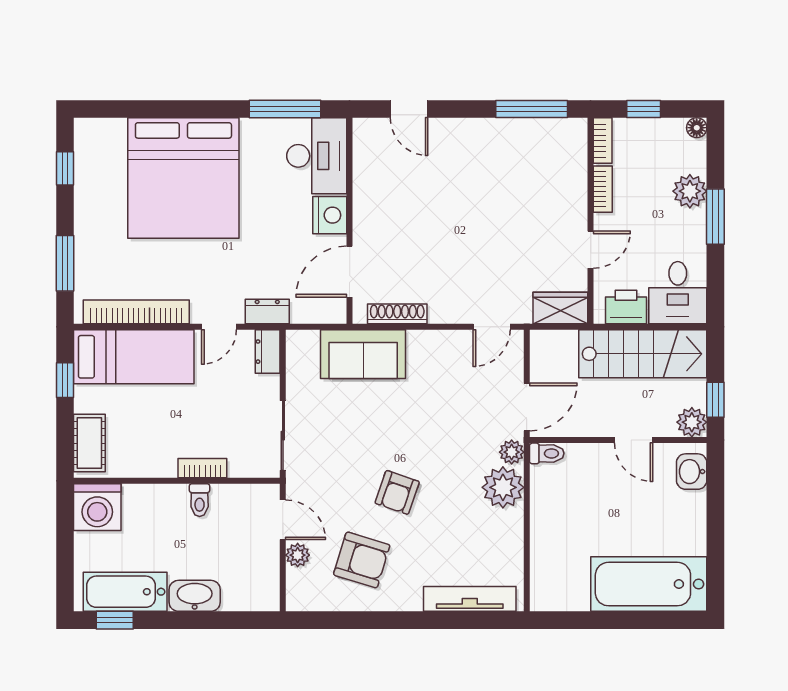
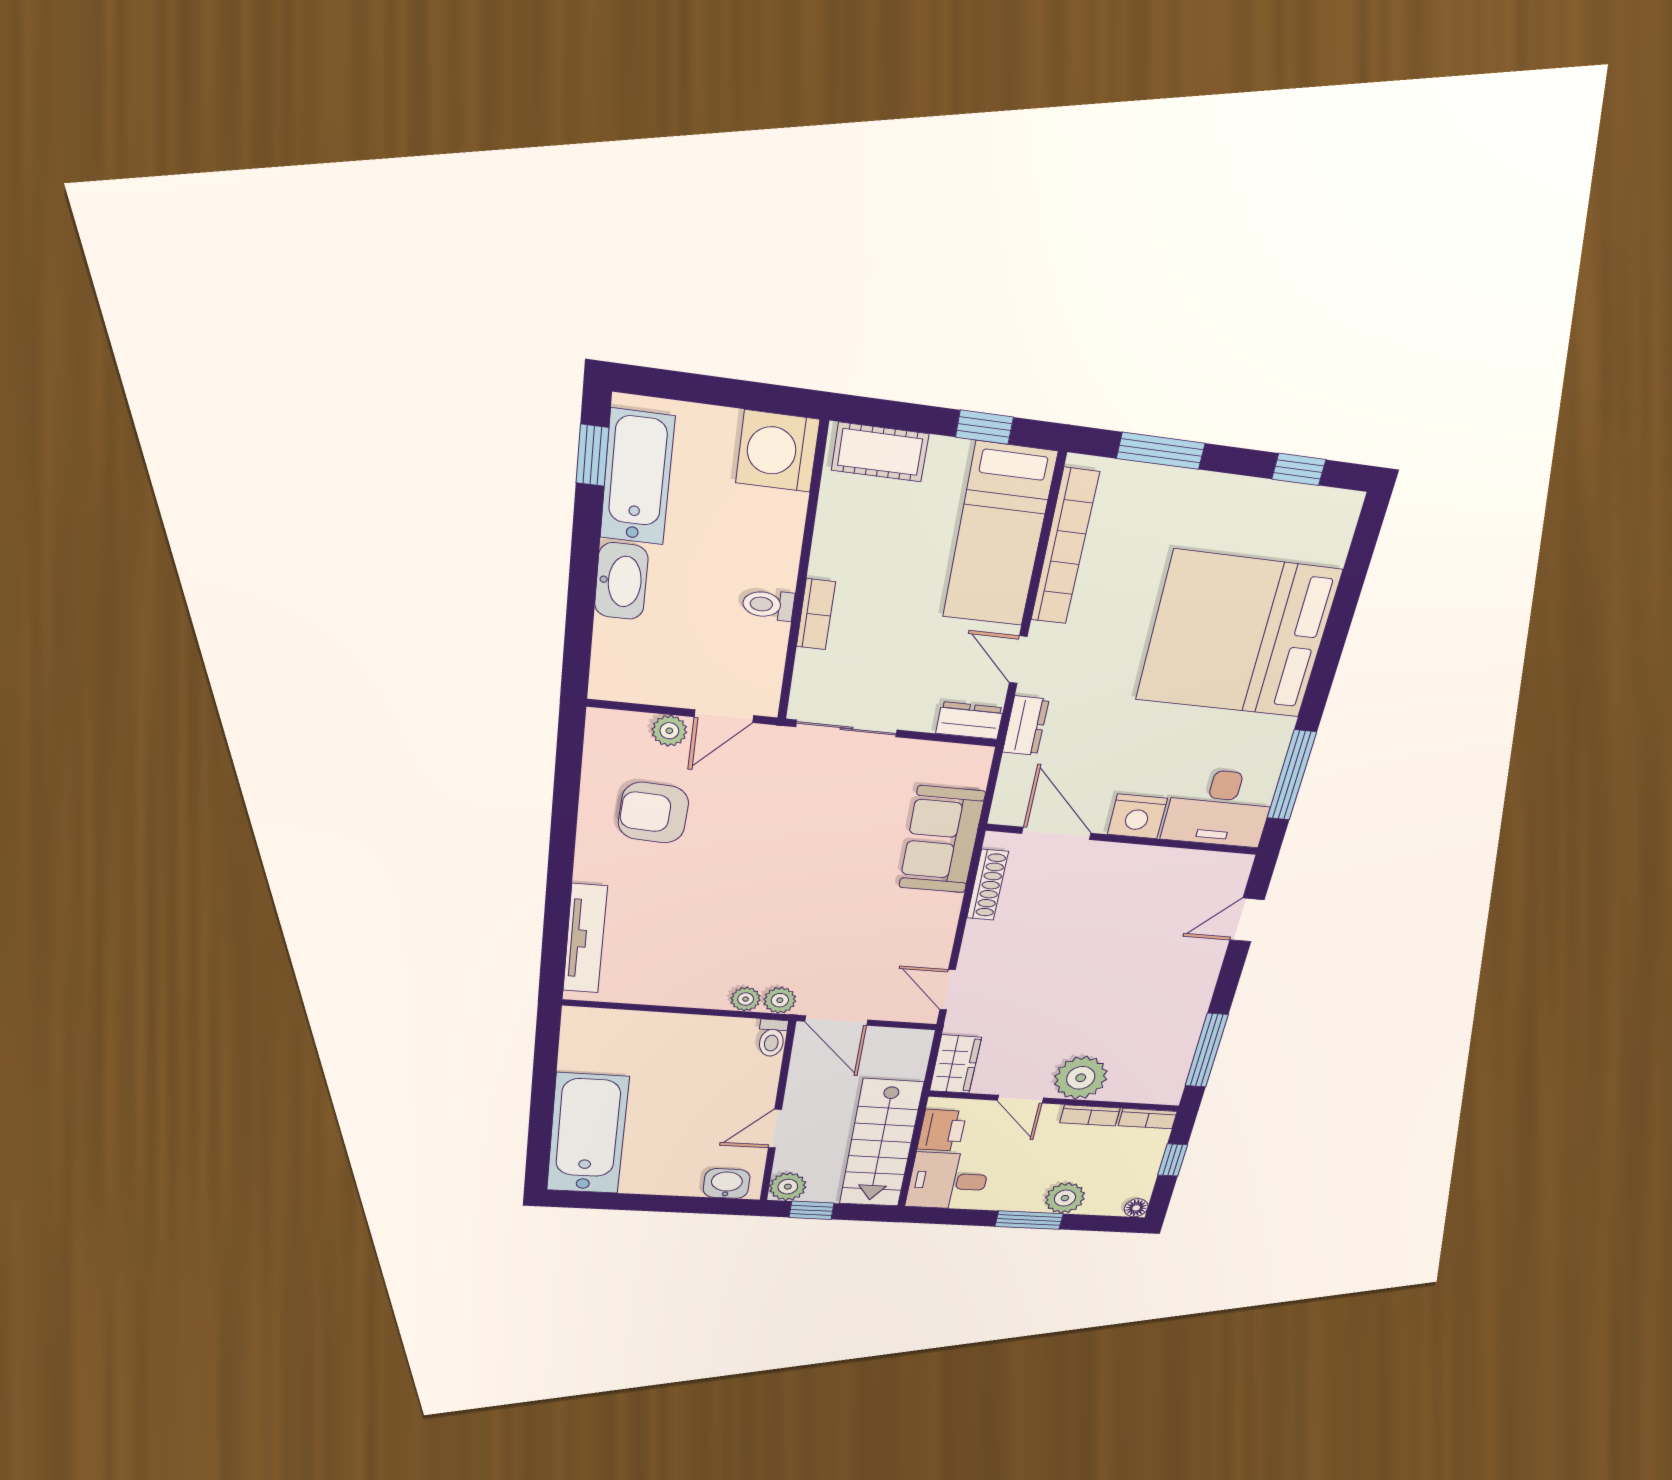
plant: (566, 205) -> (1081, 1078), added
plant: (503, 487) -> (746, 999), width x0.53, depth x0.53
armchair: (397, 492) -> (744, 865), removed
armchair: (362, 560) -> (653, 813), turned 76

